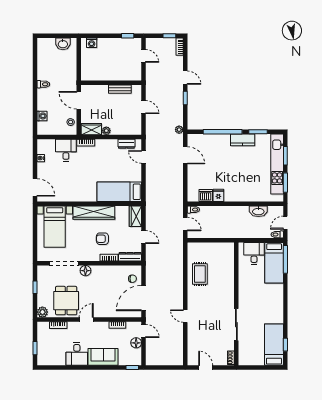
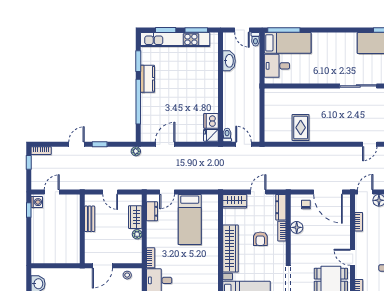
washing machine: (92, 43) -> (37, 202), moved
door: (143, 107) -> (110, 192), swing flipped
wardrobe: (91, 129) -> (135, 217), moved
bed: (119, 192) -> (190, 219), moved
fridge: (218, 195) -> (211, 135), moved
door: (185, 224) -> (244, 144), hinge flipped
floor lamp: (85, 271) -> (297, 227), moved
rug: (200, 274) -> (301, 128), turned 90
door: (185, 316) -> (370, 144), moved

